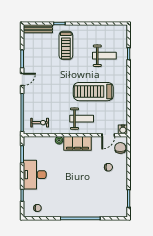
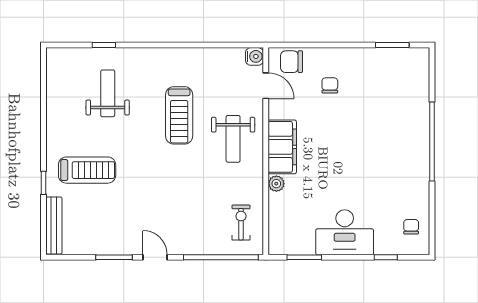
treadmill: (93, 92) -> (179, 115), width x0.73, depth x0.73
weight bench: (82, 119) -> (233, 139), turned 180

